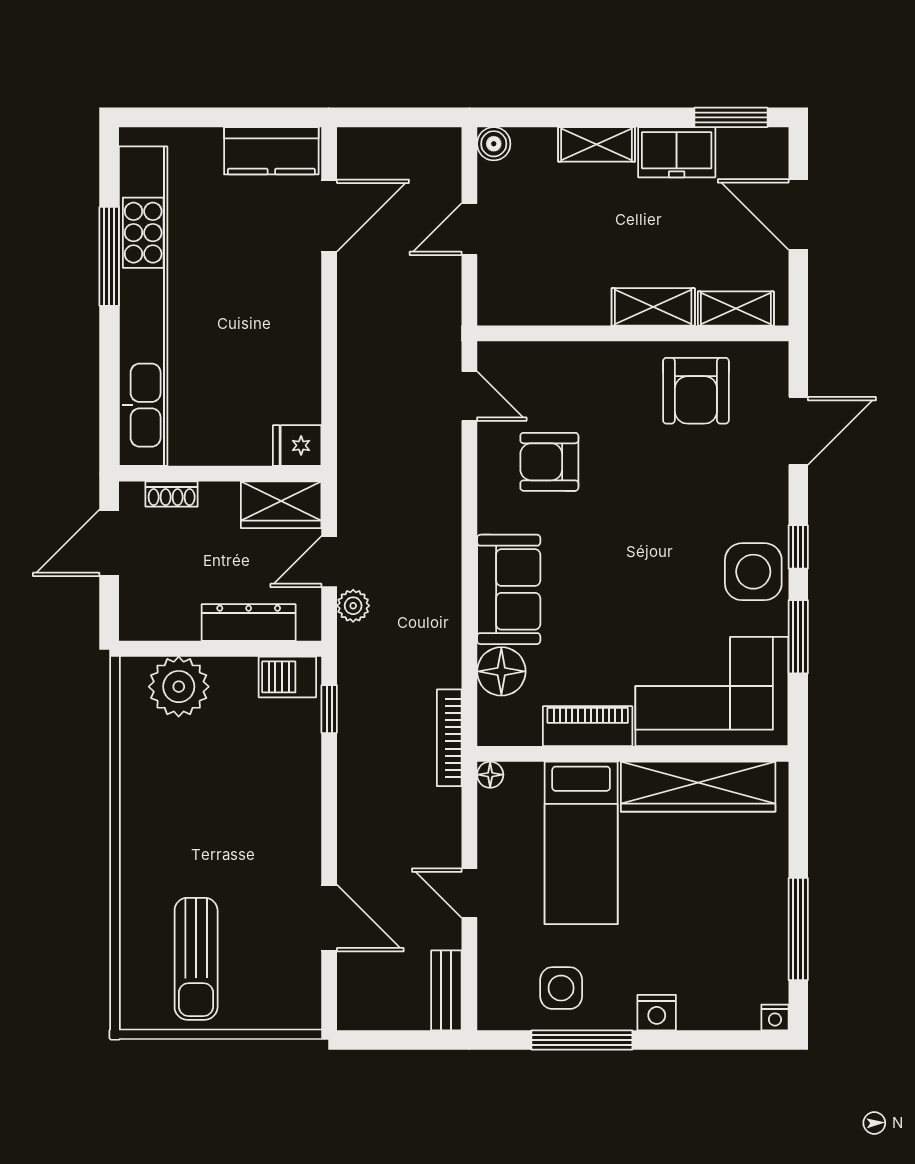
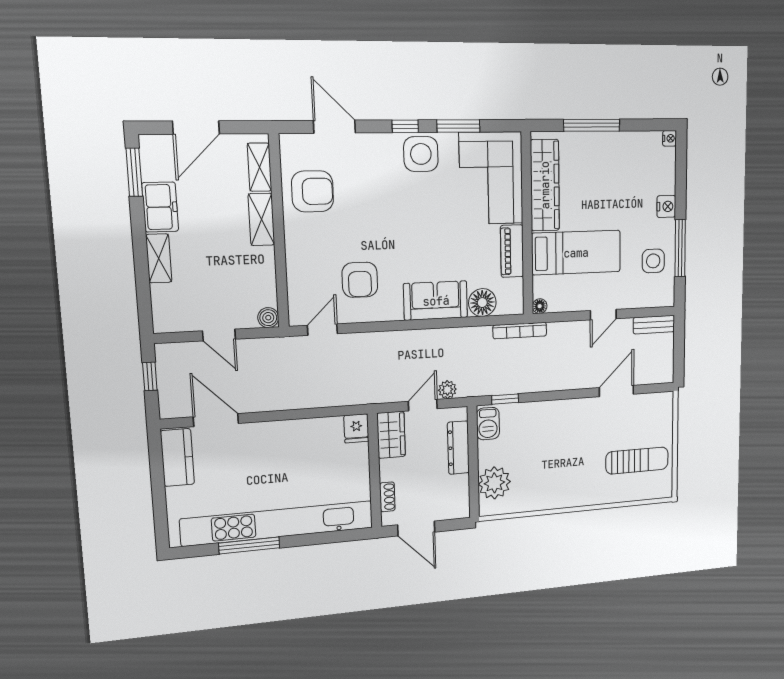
window: (409, 117) -> (150, 376), added
boiler: (494, 144) -> (268, 318), moved
door: (329, 562) -> (423, 405), swing flipped
window: (798, 929) -> (592, 125), moved

